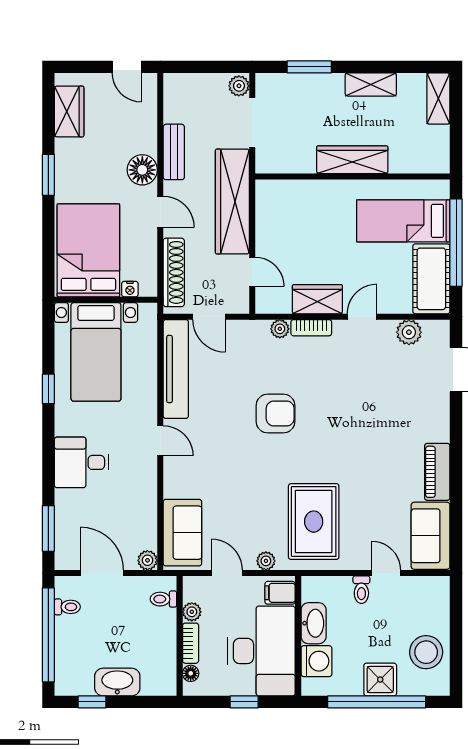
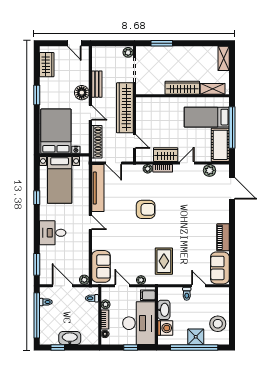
shelving: (371, 84) -> (213, 89), moved
rug: (314, 522) -> (164, 261), width x0.73, depth x0.70

